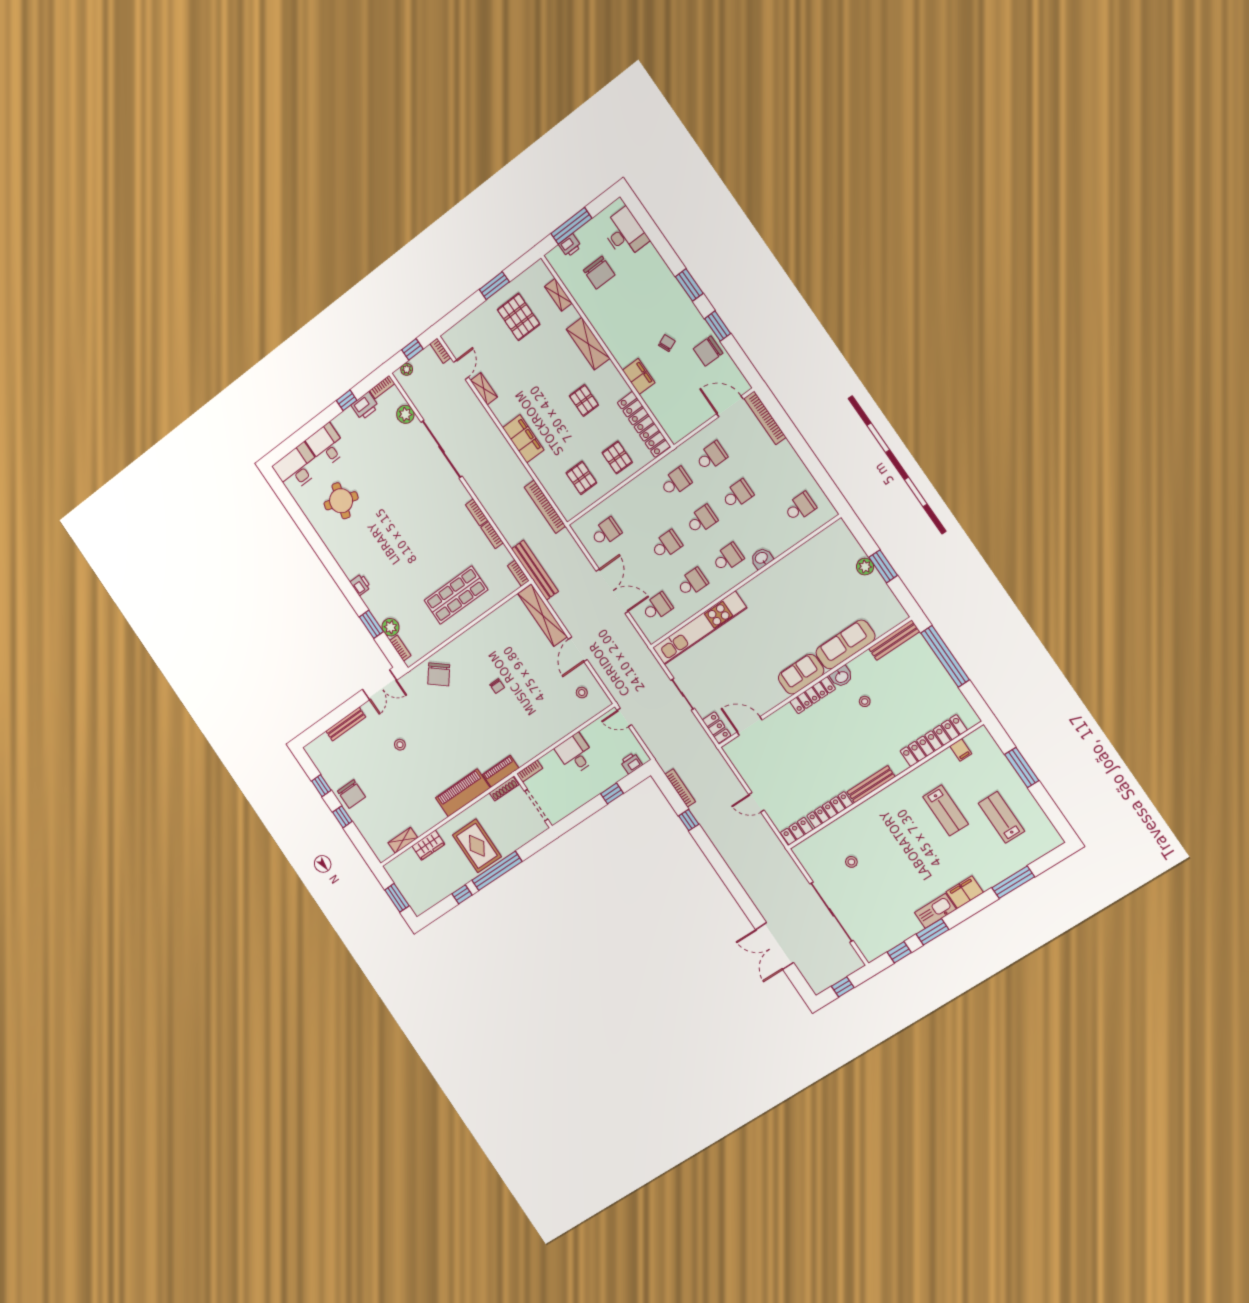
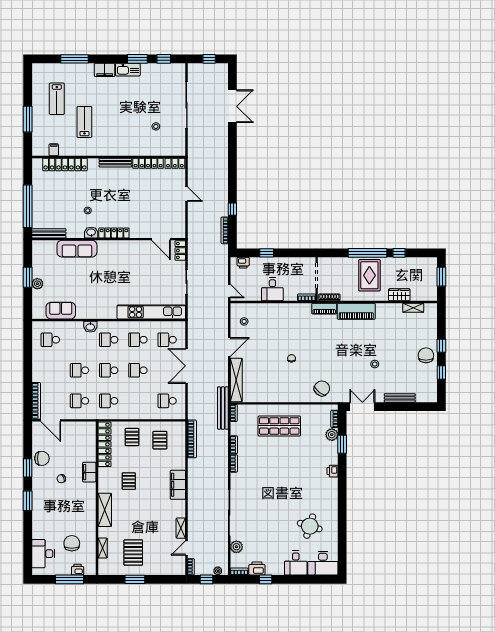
sofa: (801, 674) -> (61, 311), moved, turned 180

